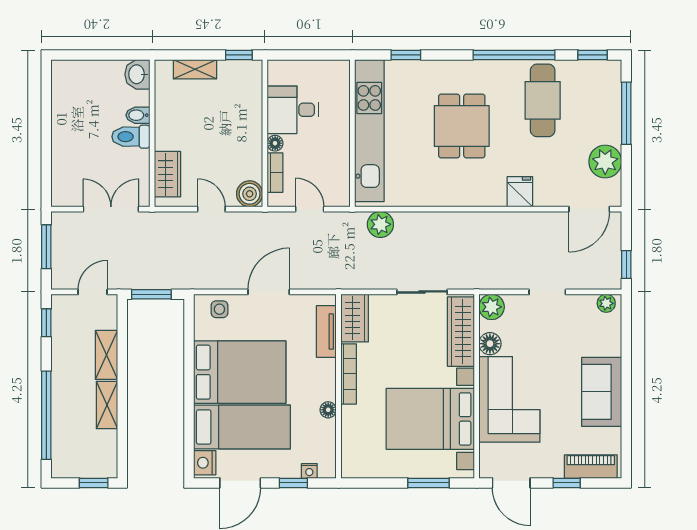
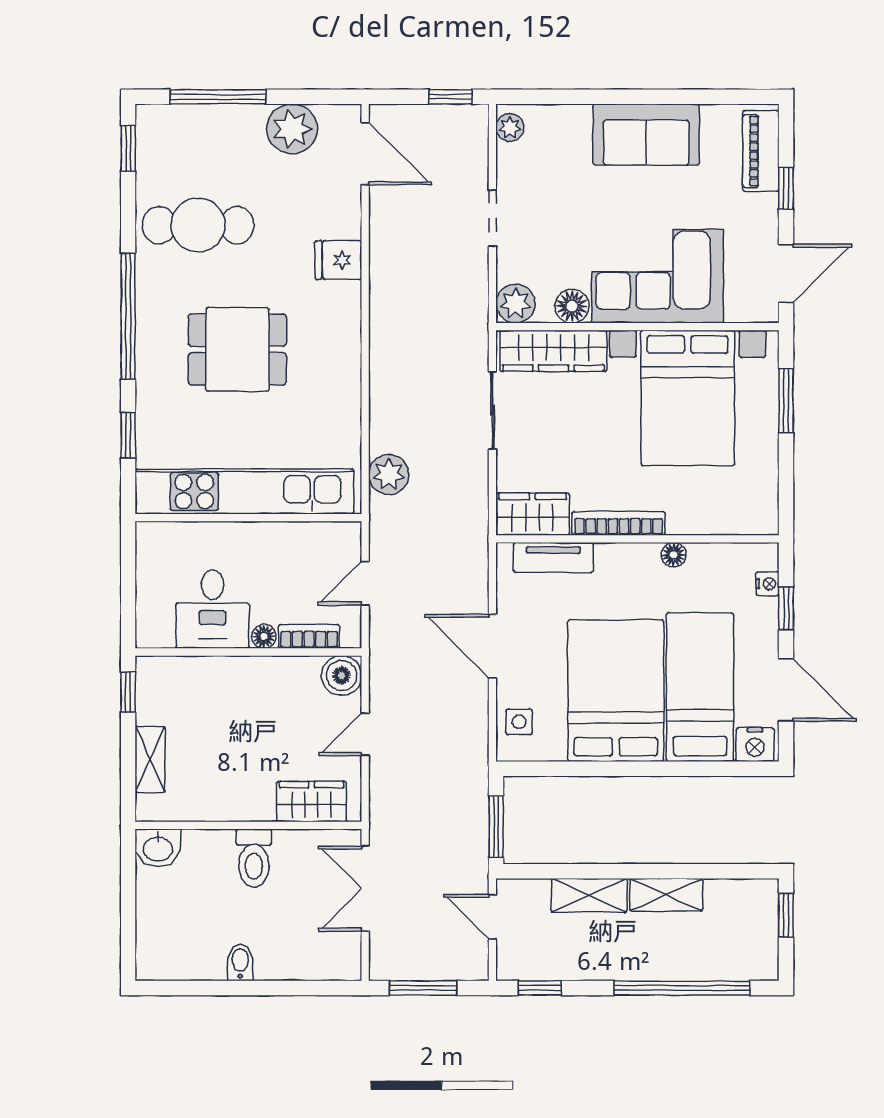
window: (514, 55) -> (128, 316), moved
bidet: (138, 115) -> (240, 963), moved, turned 180

